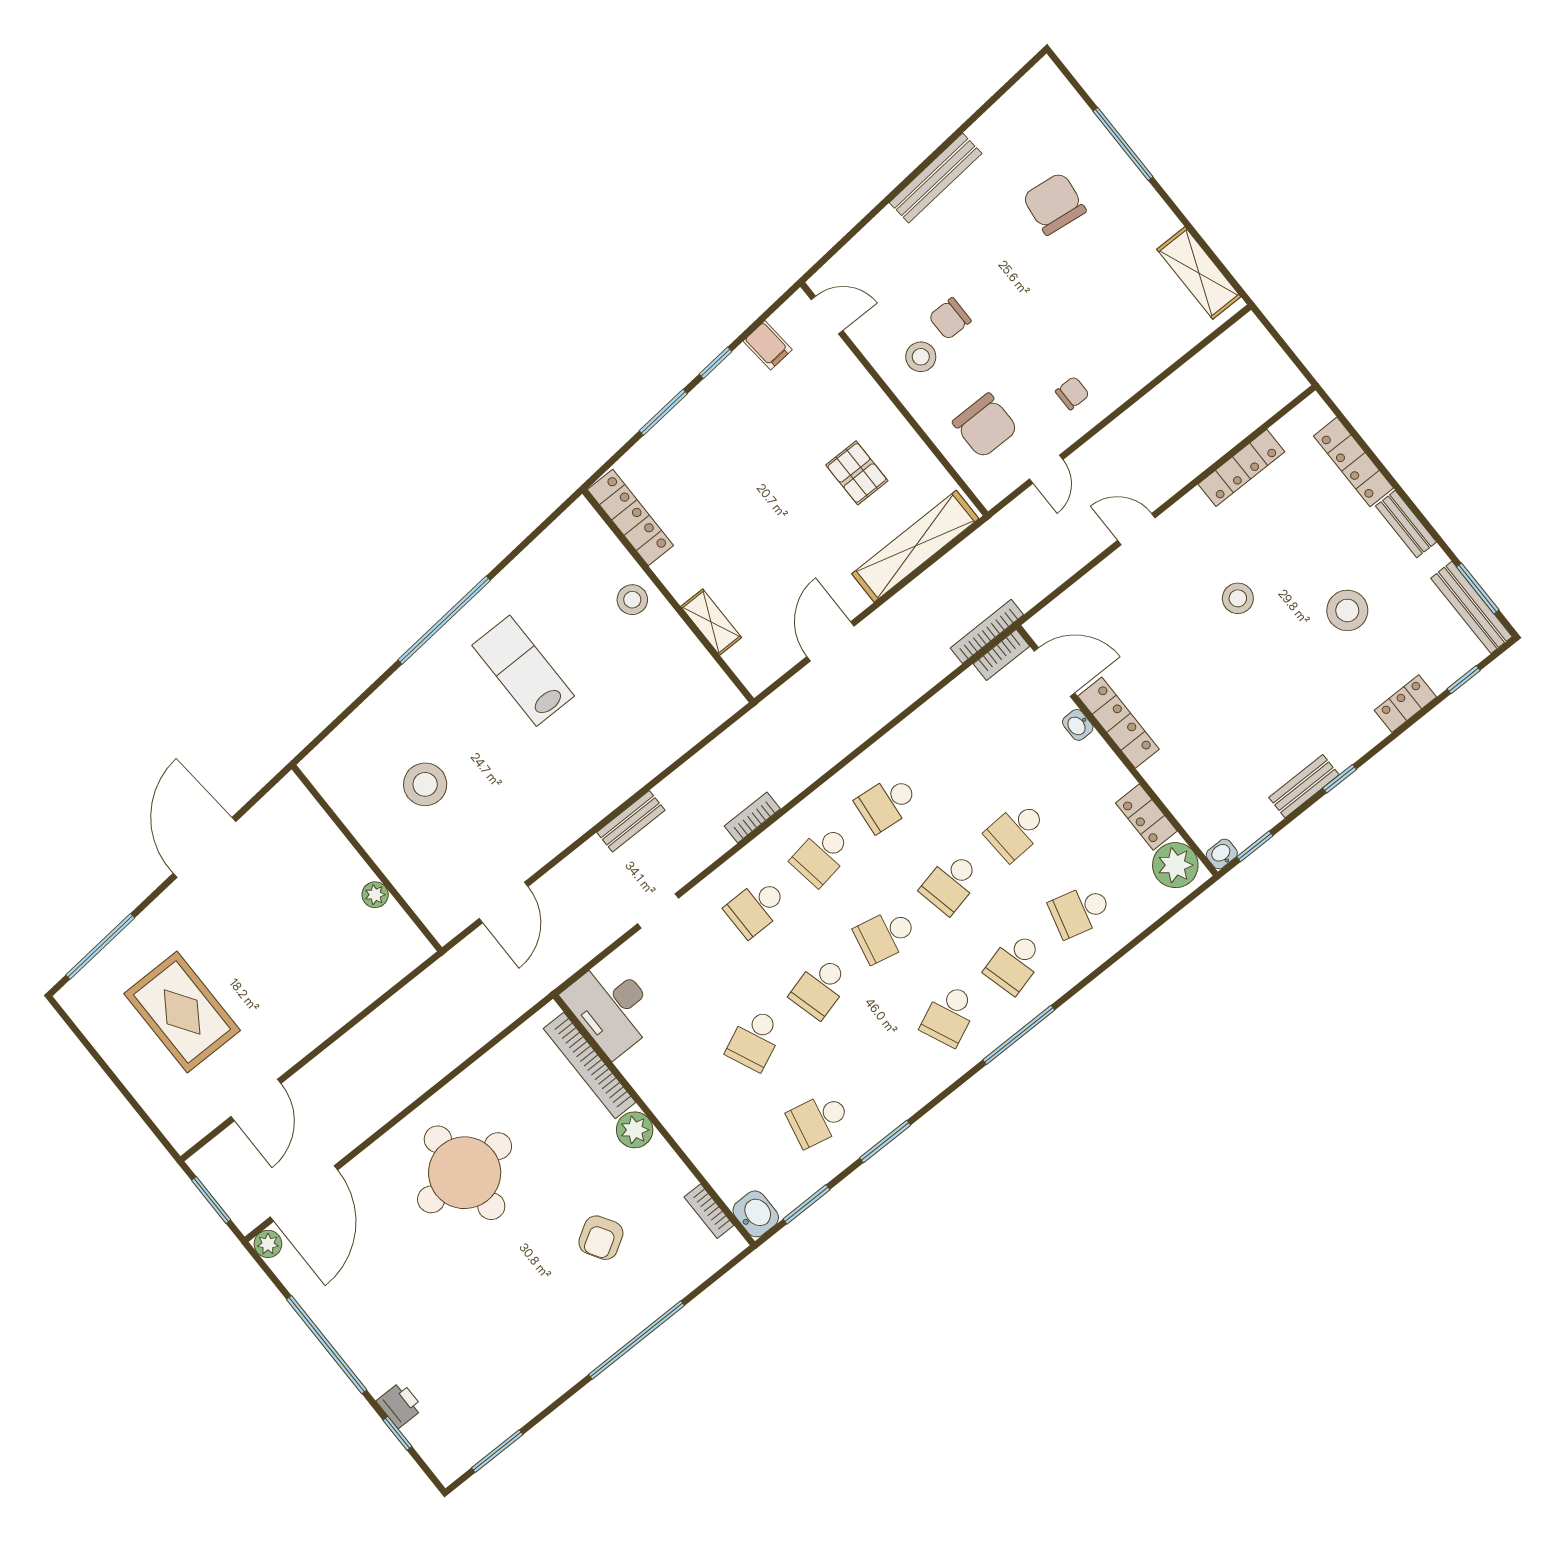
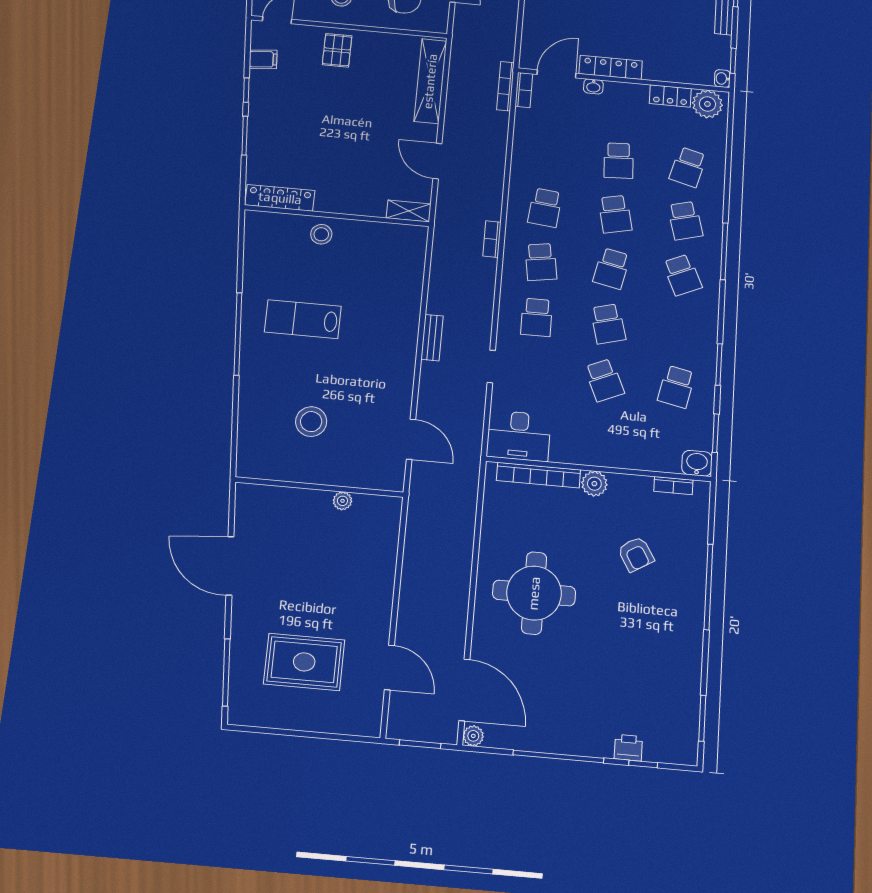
pallet: (857, 473) -> (337, 50), moved, turned 90
shelving: (711, 622) -> (409, 211), moved
bookcase: (752, 817) -> (492, 239), moved

